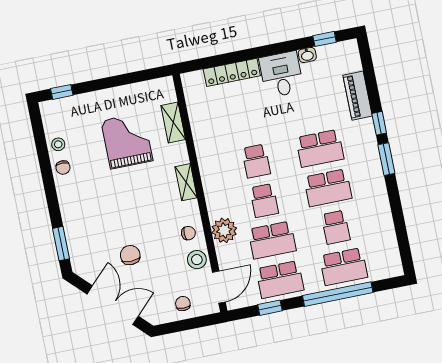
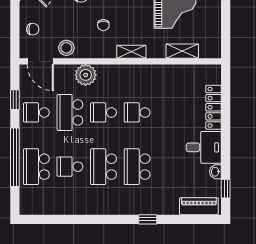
piano: (358, 96) -> (199, 206), moved
window: (386, 159) -> (117, 219), removed
chair: (188, 233) -> (103, 25), moved
school desk: (280, 279) -> (36, 112), width x0.54

